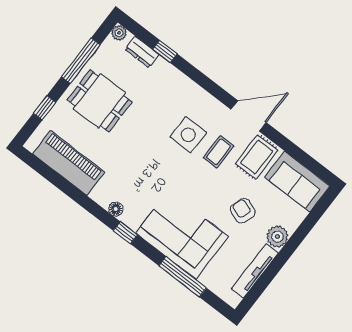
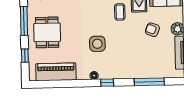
dining table: (99, 101) -> (47, 32), turned 90
side table: (188, 135) -> (97, 44), moved
corner sofa: (182, 235) -> (134, 63), removed

